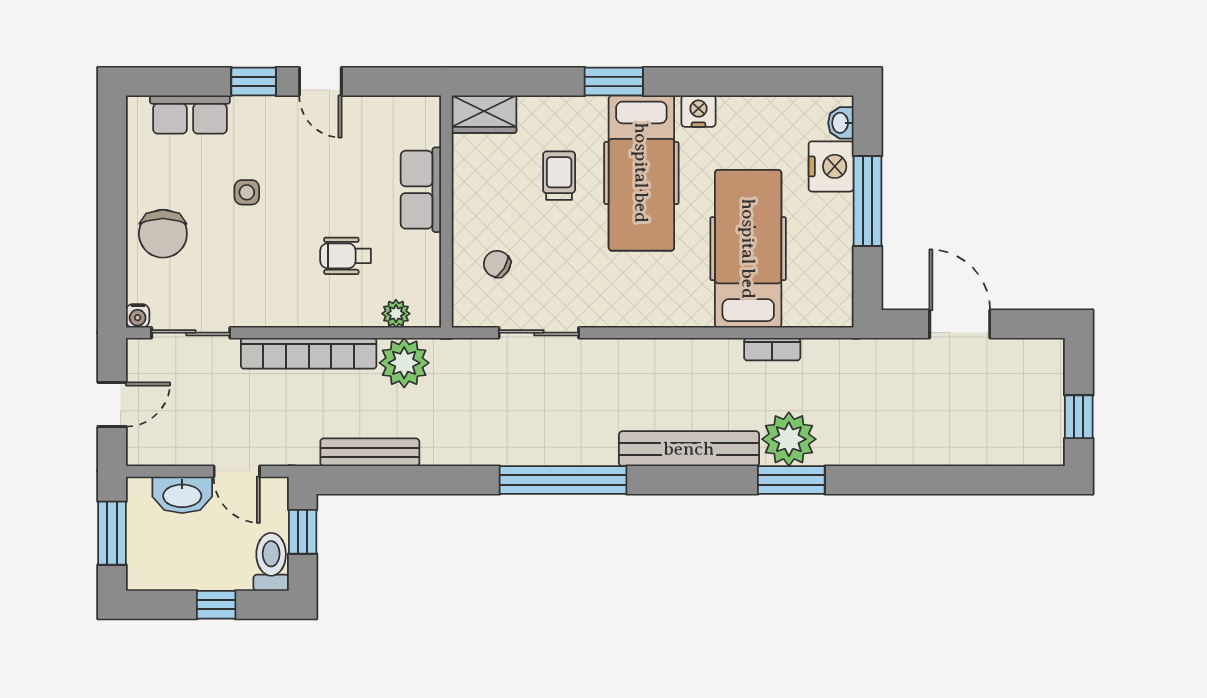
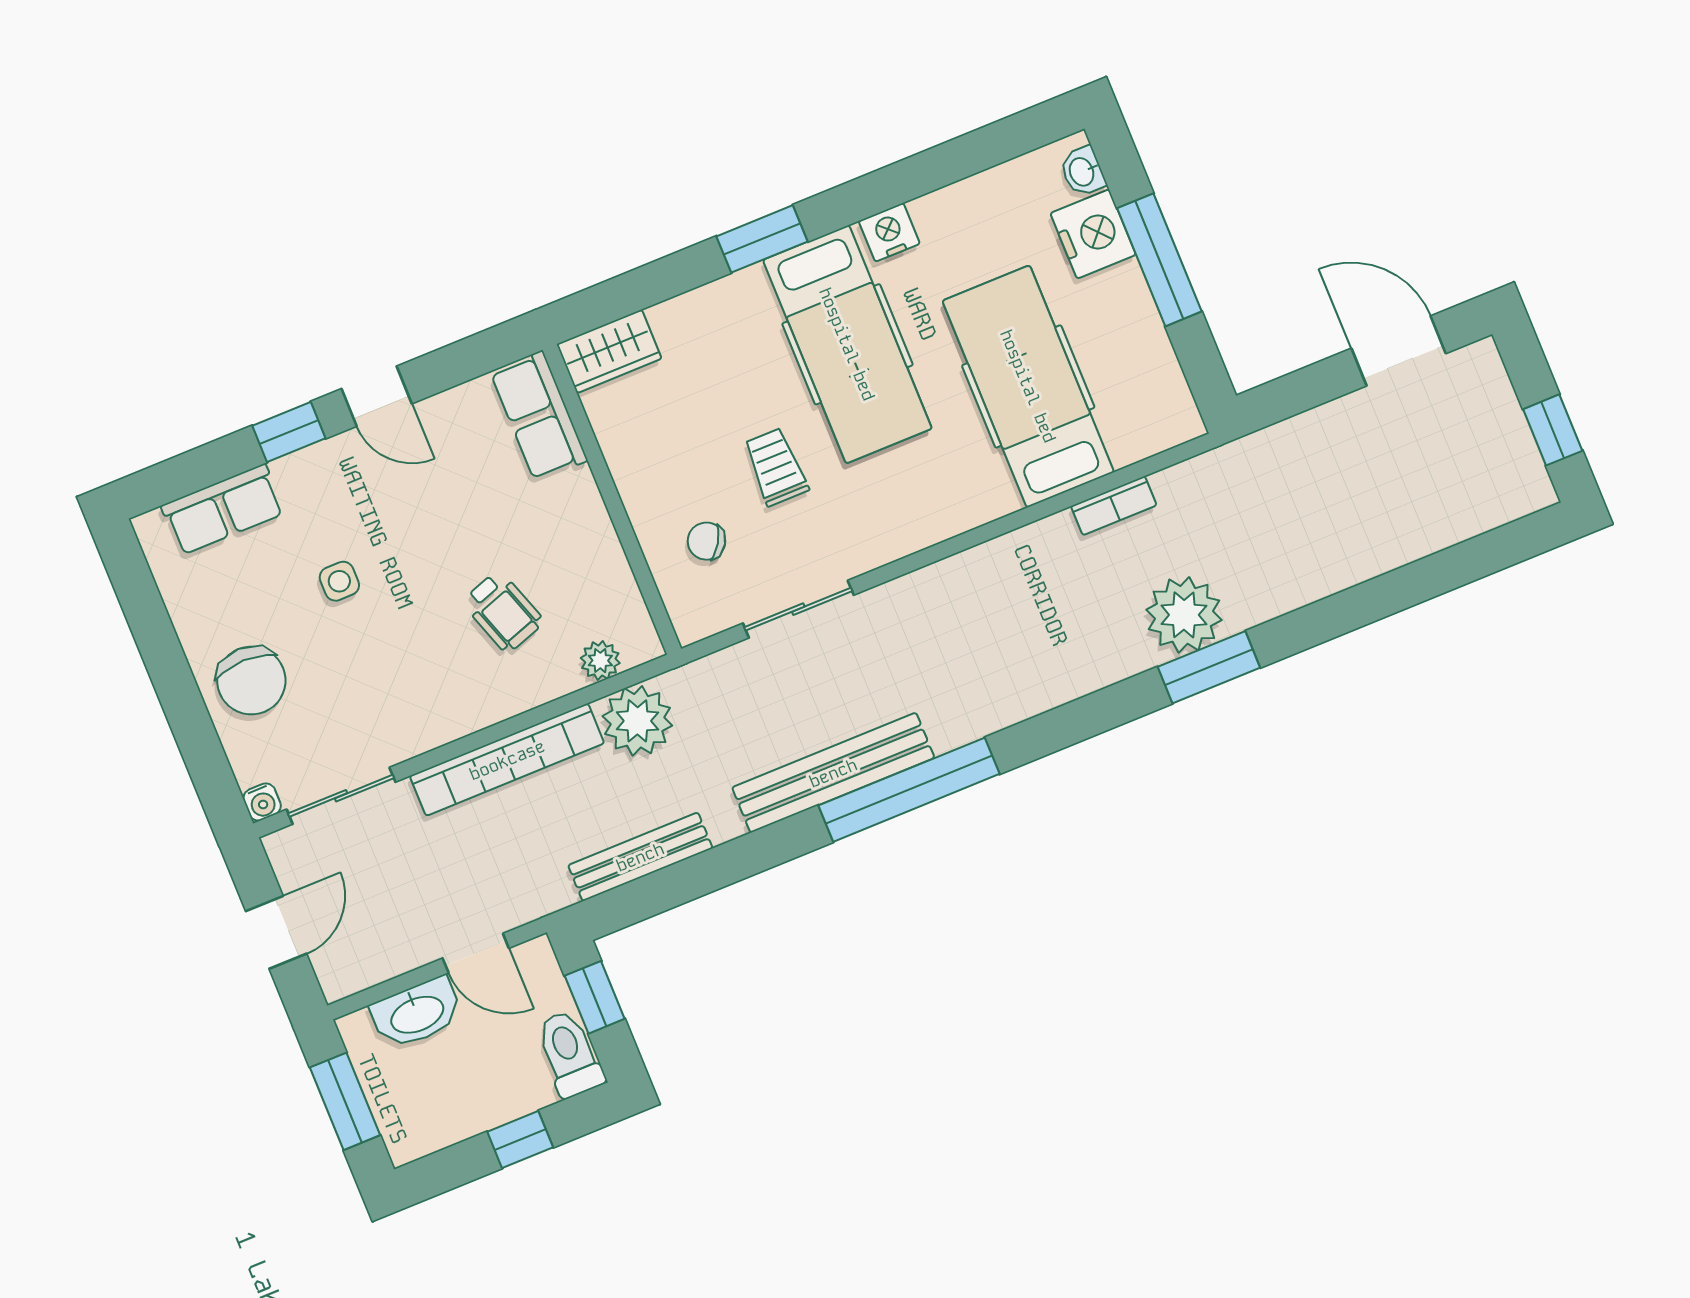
trolley: (559, 176) -> (776, 467), moved
row of seats: (421, 190) -> (539, 416), moved
wheelchair: (345, 256) -> (503, 612), turned -109
door: (960, 324) -> (1399, 351), moved
bench: (689, 449) -> (833, 773), moved

